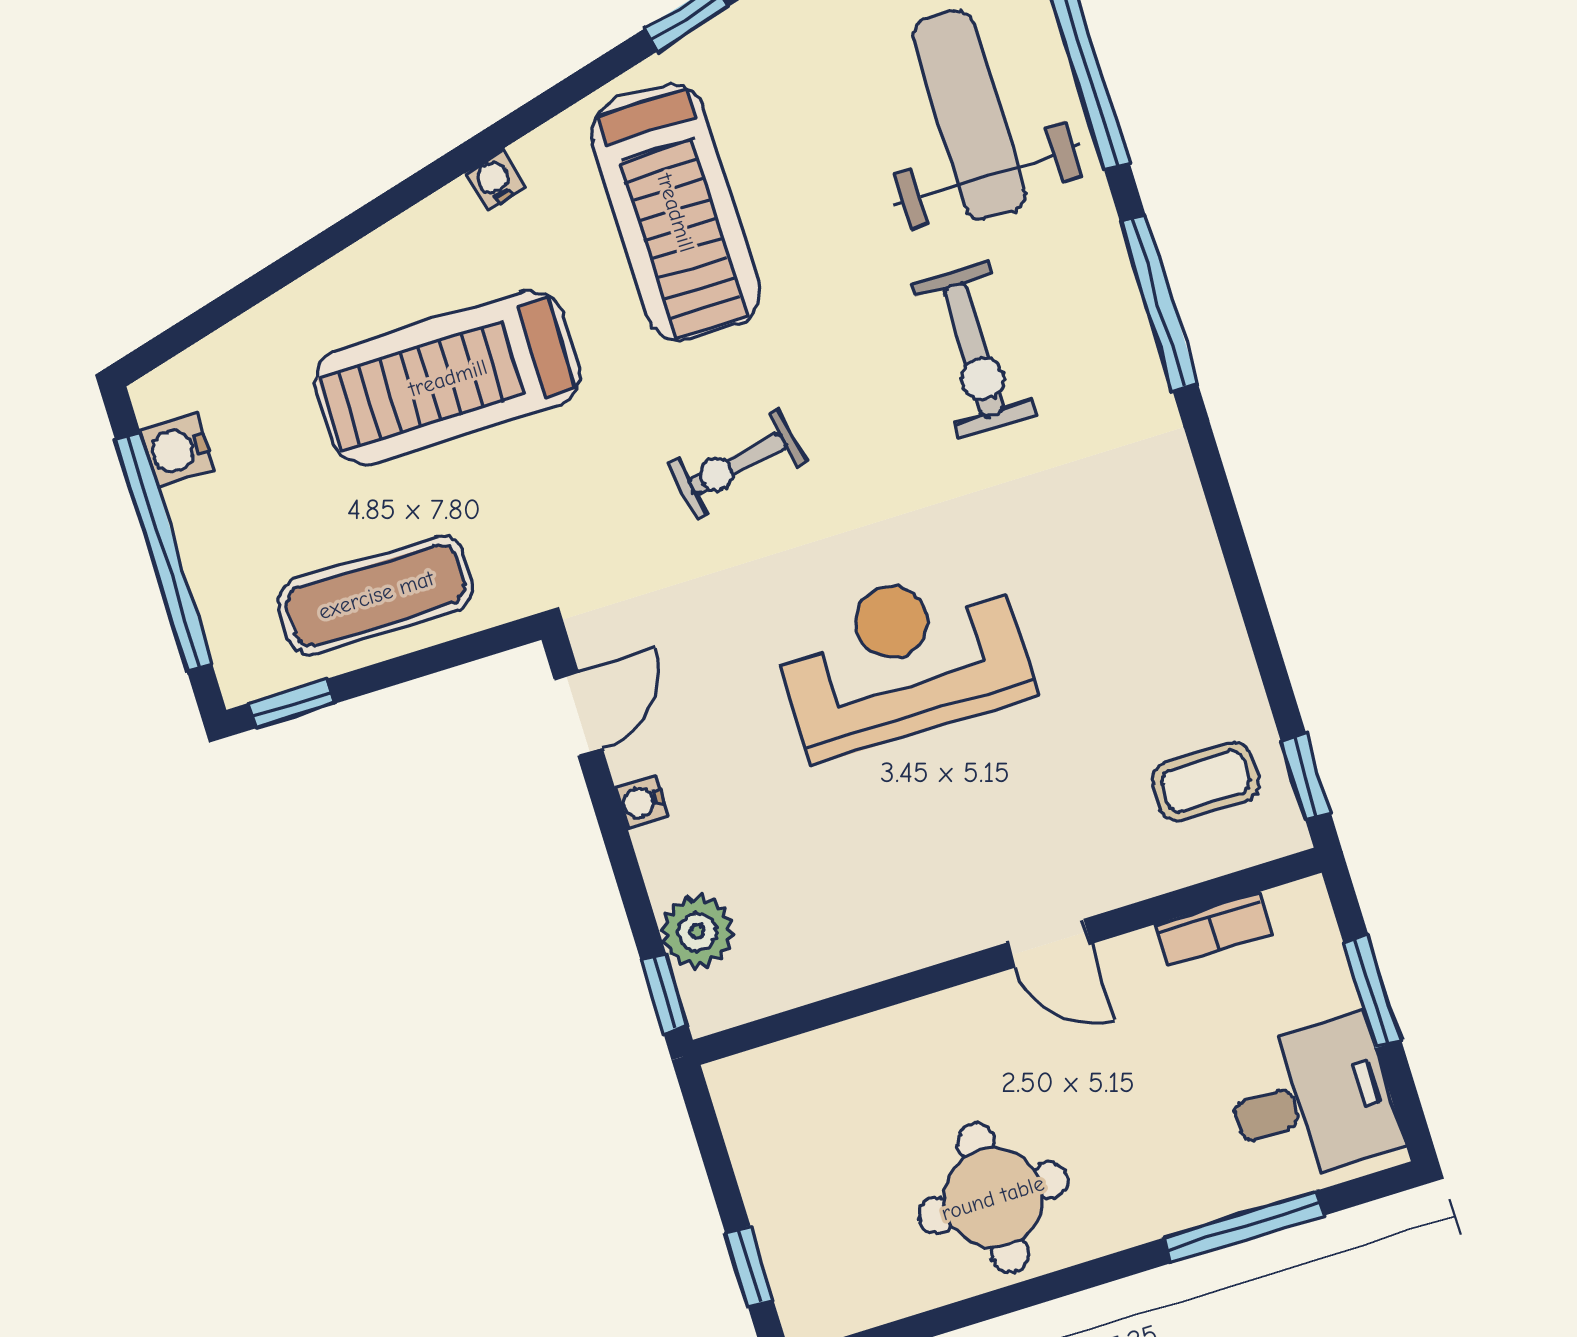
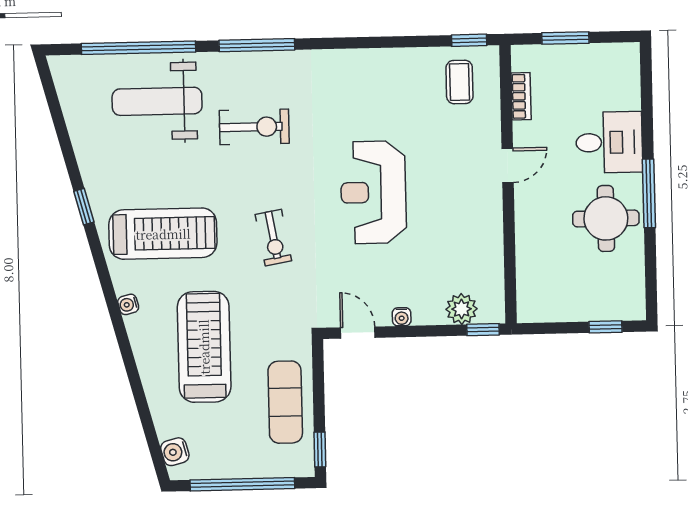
treadmill: (448, 378) -> (204, 347), turned 180
water cooler: (177, 450) -> (175, 452), moved, turned 75
desk: (1312, 1101) -> (609, 142), moved, turned 90
window: (1244, 1227) -> (649, 193), moved

